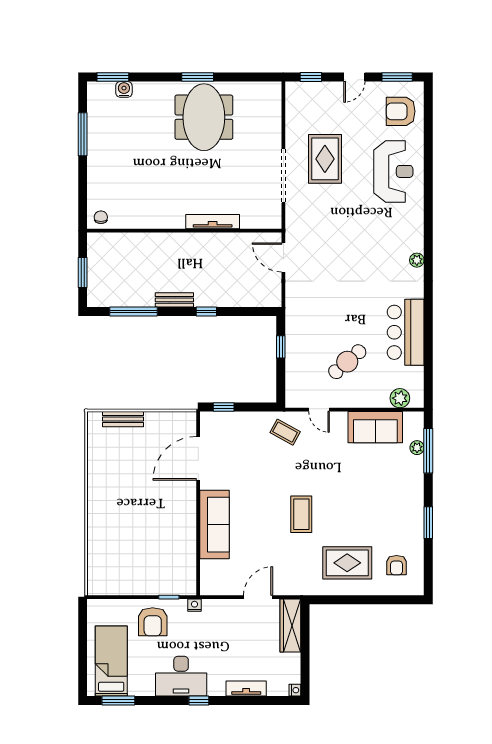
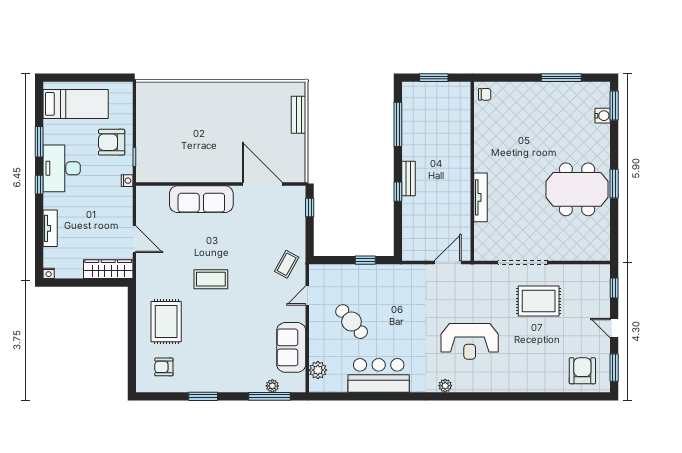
reception desk: (393, 171) -> (470, 341), moved
bench: (174, 300) -> (408, 178), moved
window: (118, 701) -> (39, 142), moved

